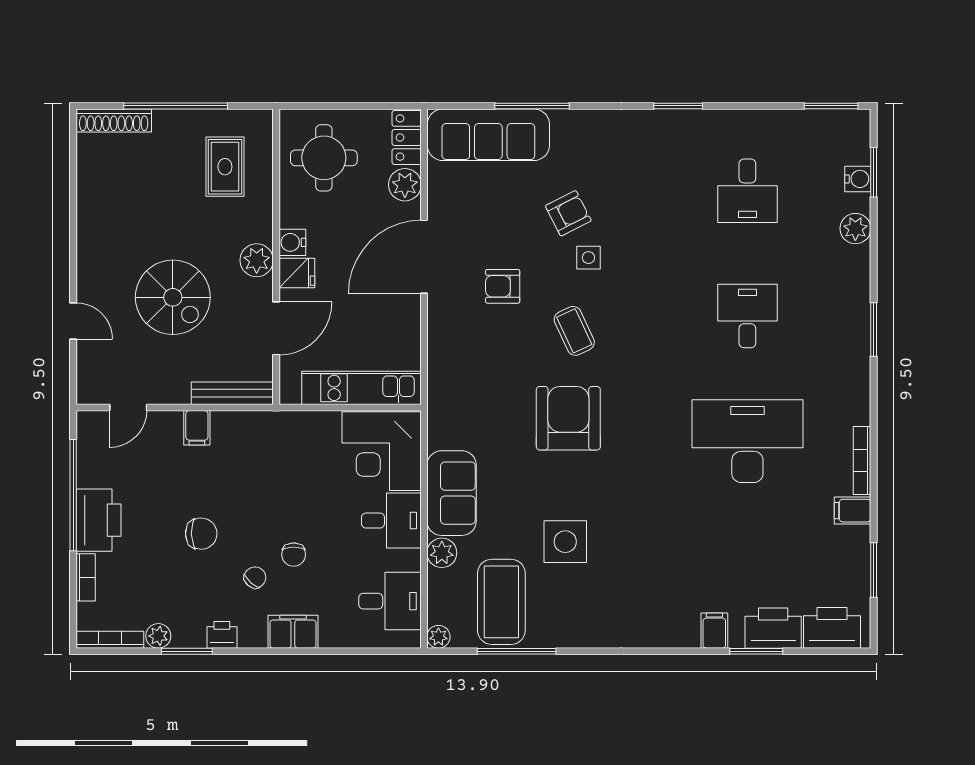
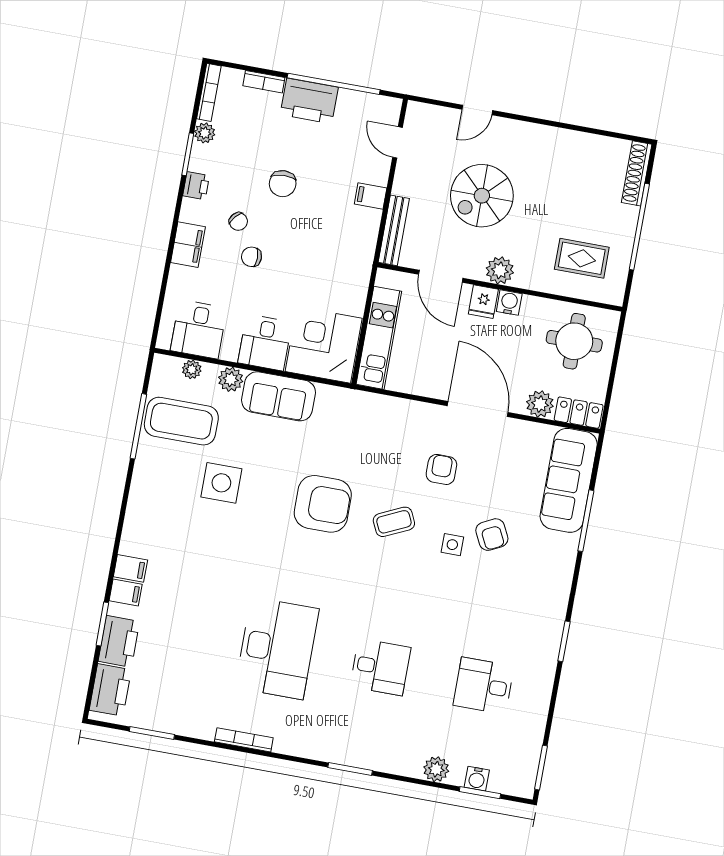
filing cabinet: (853, 511) -> (130, 568), moved, turned 90
plant: (438, 637) -> (192, 369), moved

